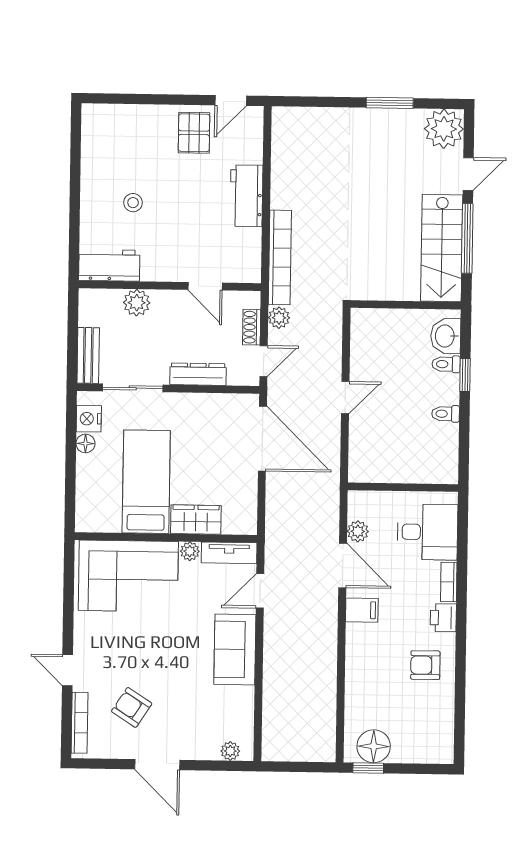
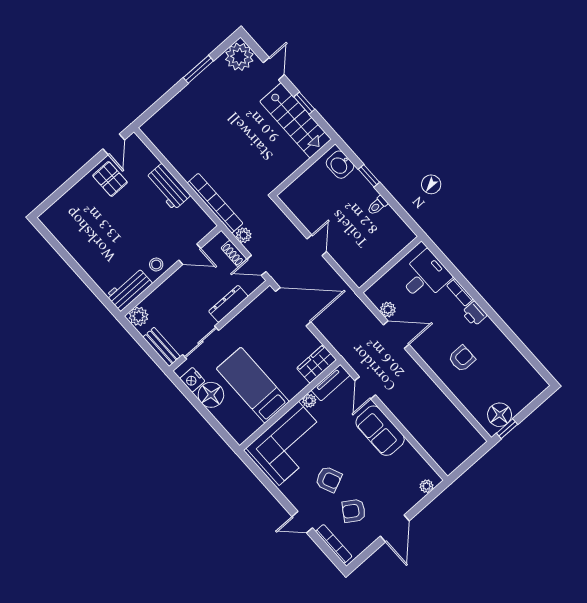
stool: (133, 203) -> (156, 265), moved
window: (467, 238) -> (304, 103), width x0.46
plant: (137, 303) -> (139, 316), moved
door: (264, 361) -> (256, 265), swing flipped
toilet: (446, 364) -> (354, 179), removed
floor lamp: (85, 443) -> (211, 395), width x1.89, depth x1.89
wardrobe: (196, 520) -> (316, 364), moved
filing cabinet: (362, 610) -> (428, 349), removed
armchair: (135, 651) -> (329, 479), added
armchair: (425, 665) -> (462, 359), moved, turned 180
door: (157, 765) -> (395, 528), hinge flipped

